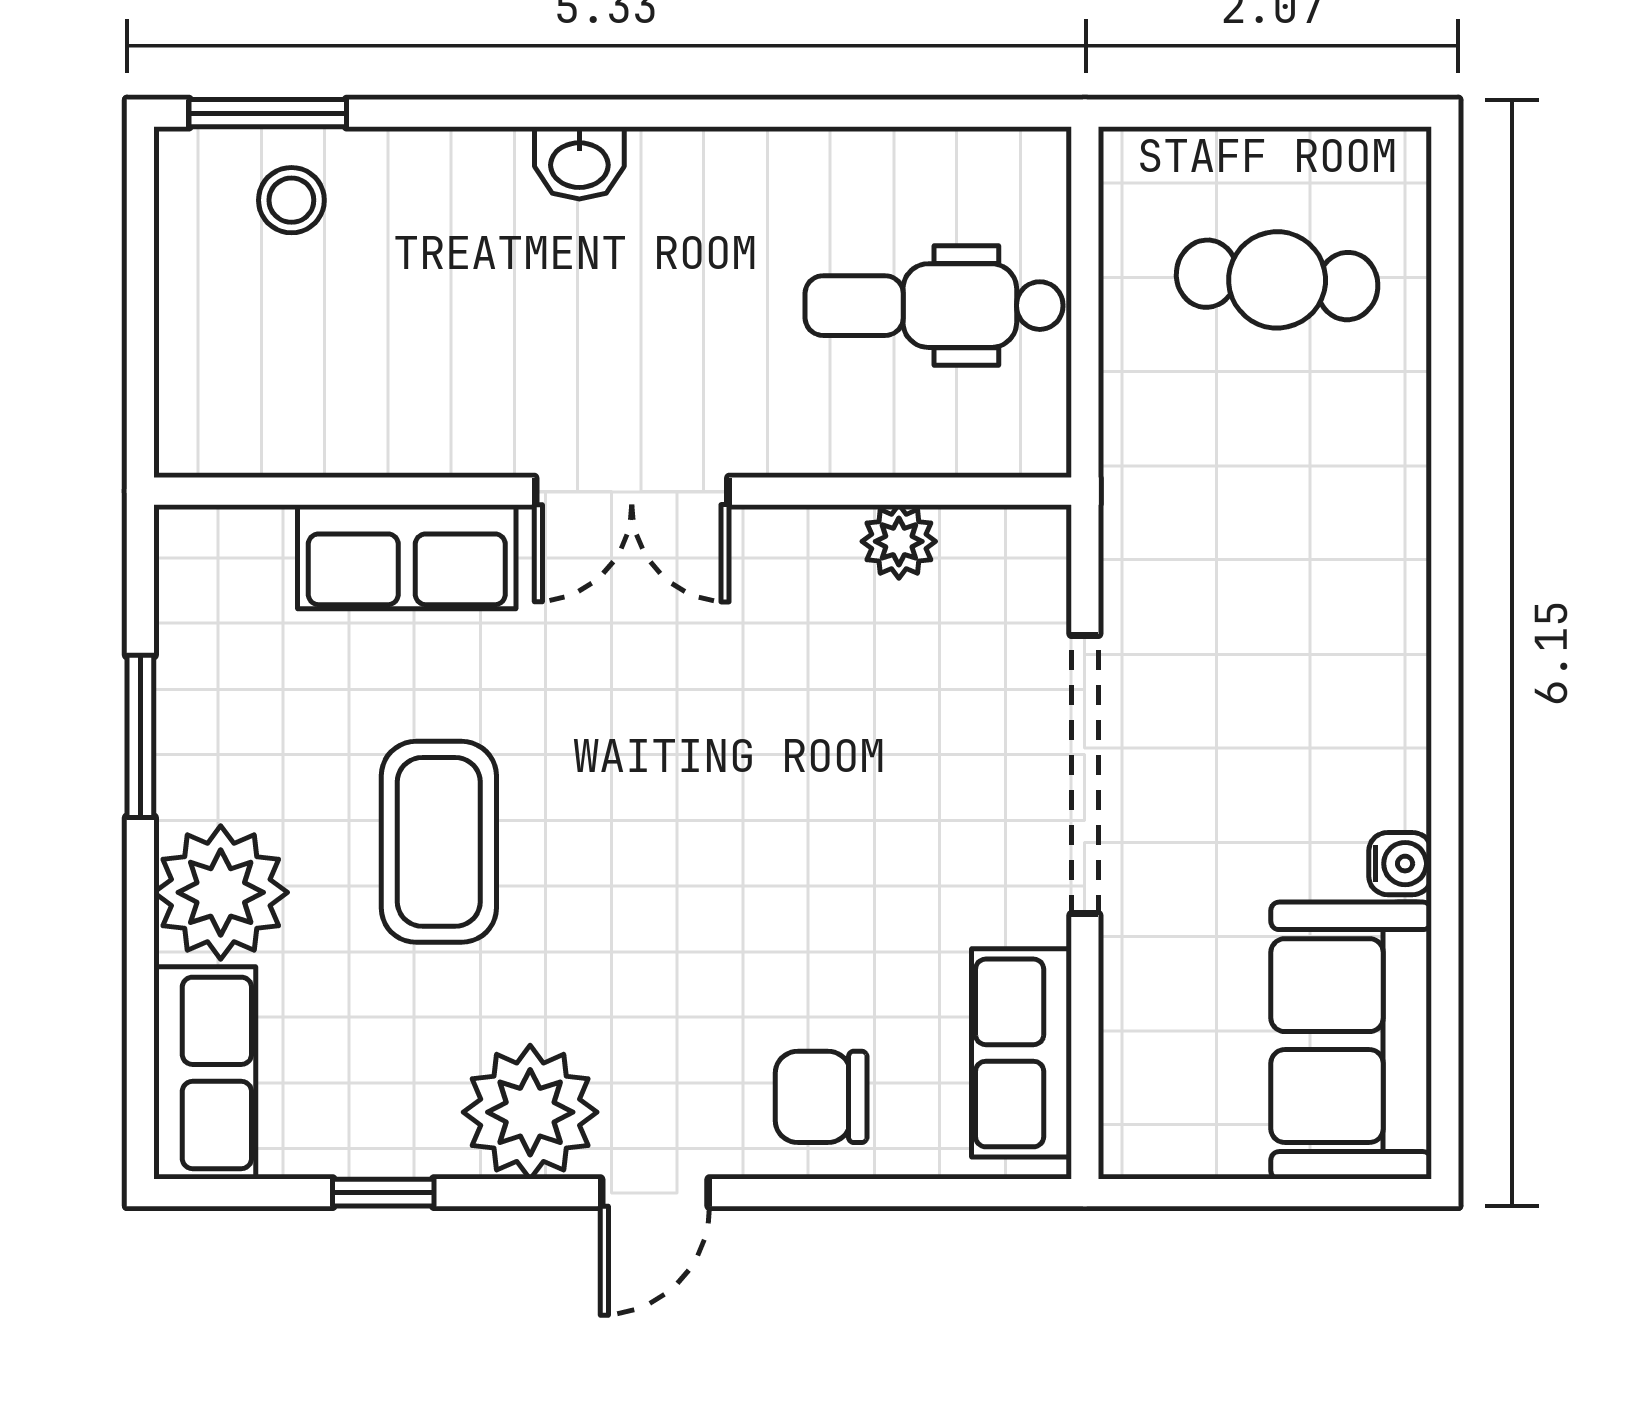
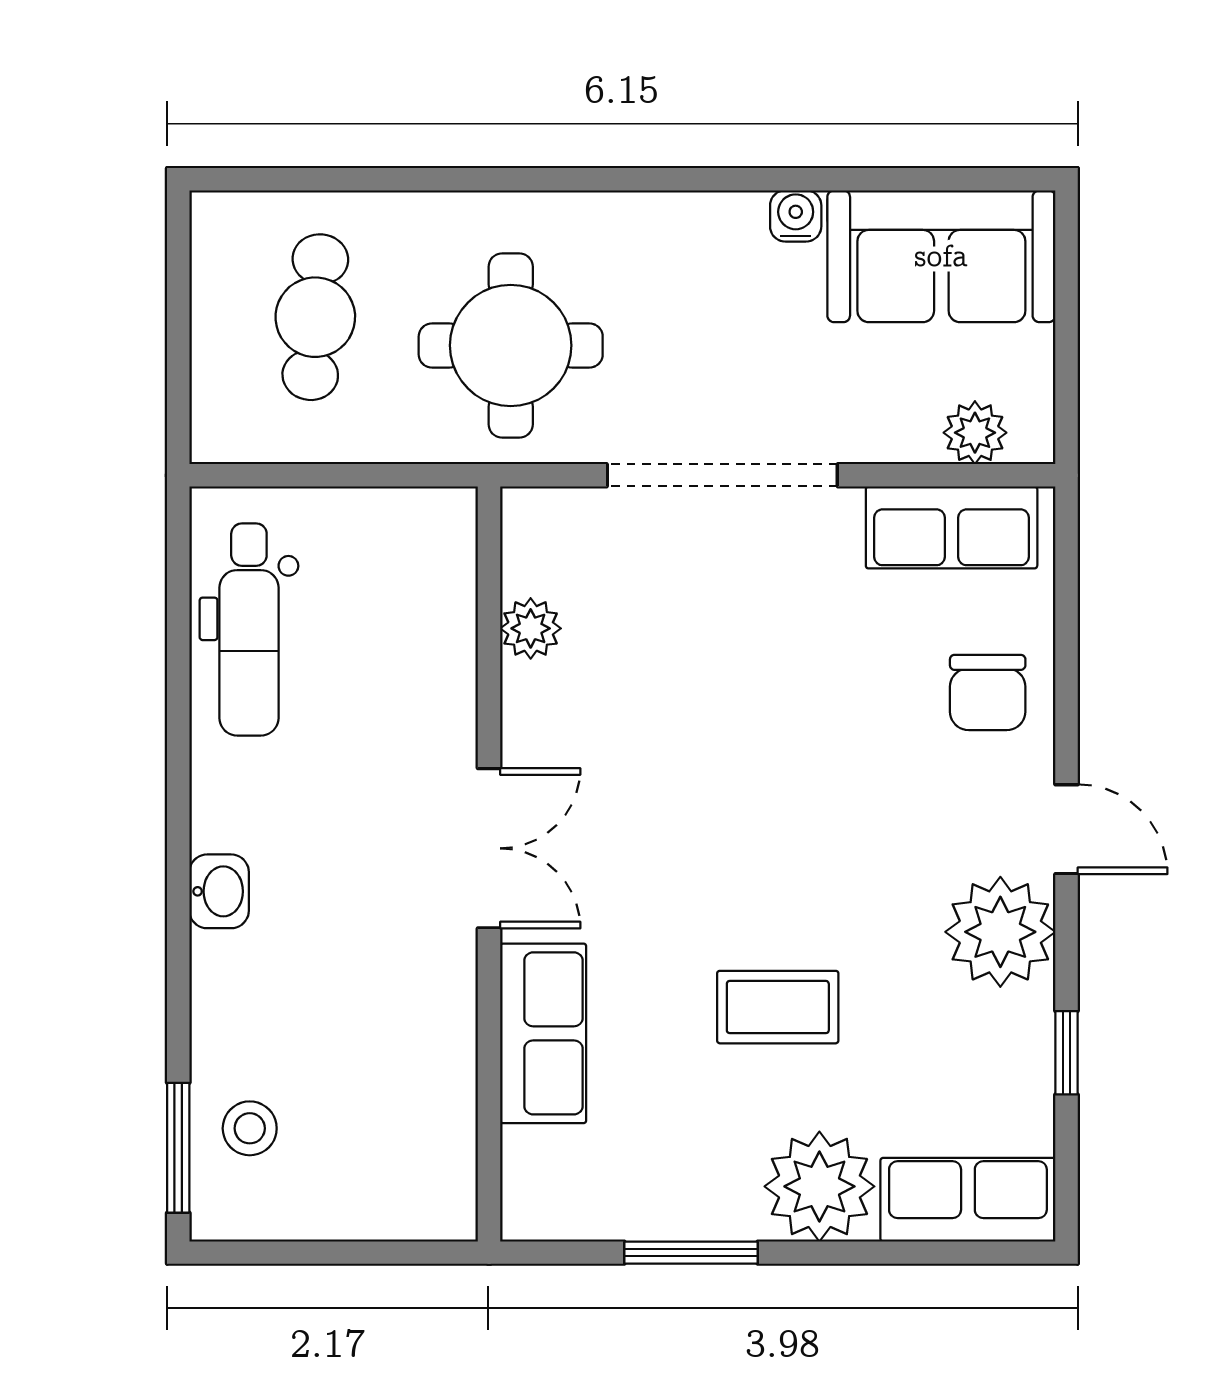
dental chair: (934, 306) -> (249, 629), moved
round table: (1243, 517) -> (511, 345), added
coffee table: (439, 842) -> (778, 1007), width x0.73, depth x0.77
plant: (1137, 1081) -> (975, 433), added

